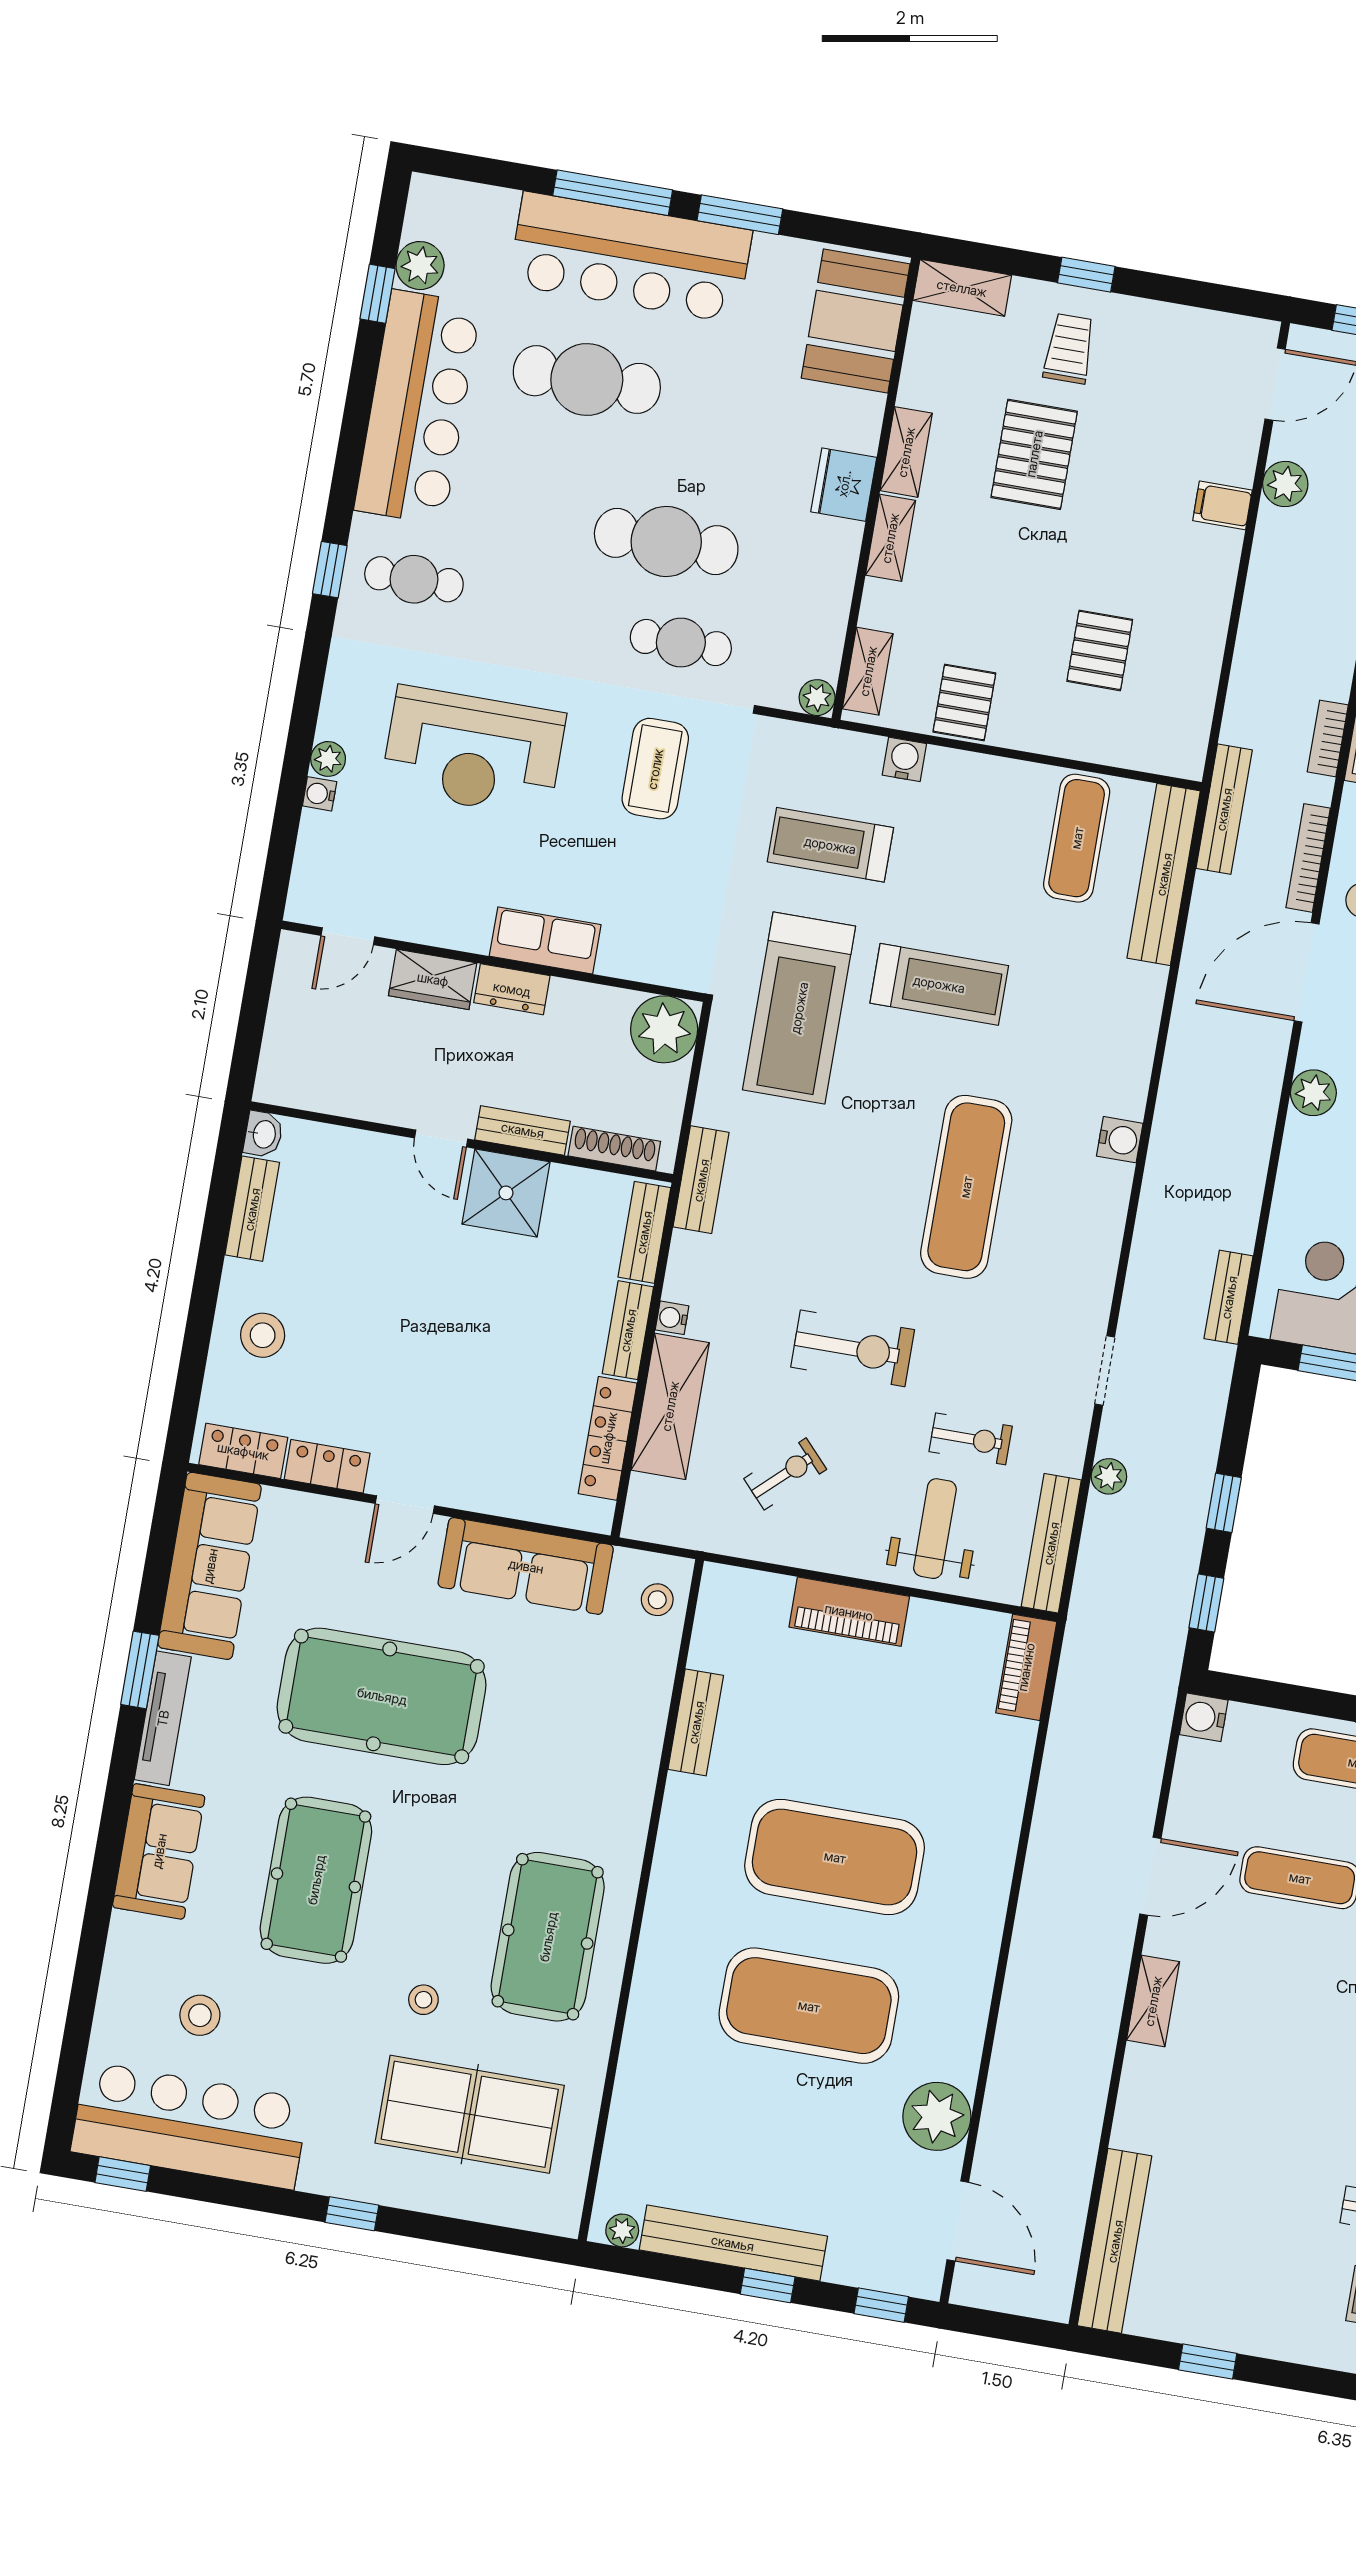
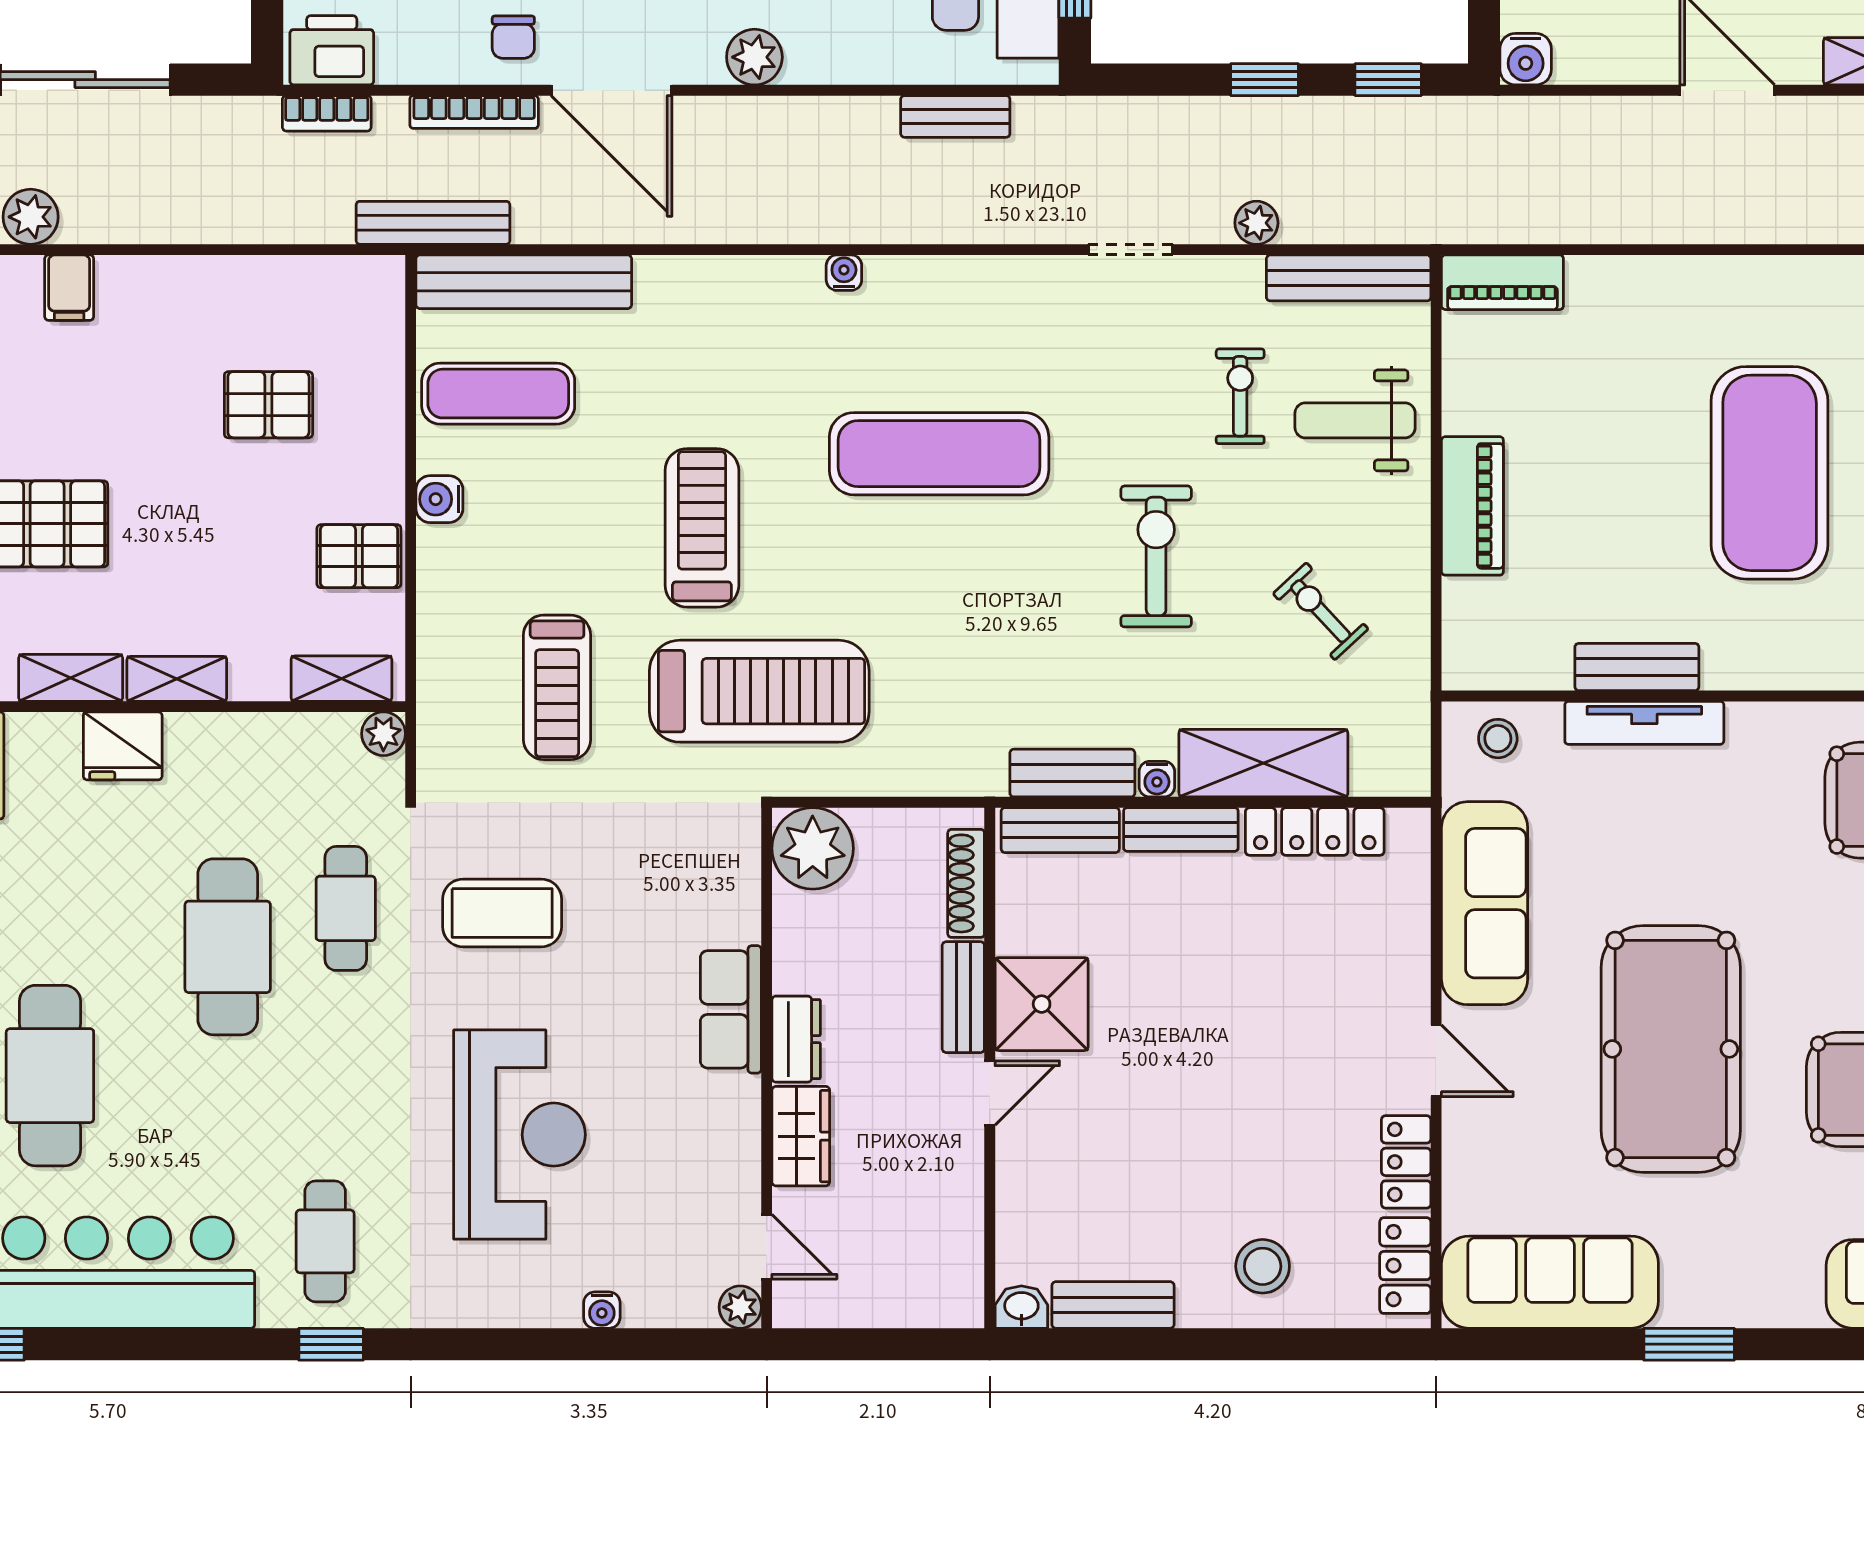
plant: (328, 759) -> (740, 1307), moved
water cooler: (904, 759) -> (439, 499), moved
water cooler: (1120, 1140) -> (844, 273), width x0.72, depth x0.72
bench: (701, 1180) -> (1072, 773), moved
bench: (1229, 1297) -> (955, 116), moved
tv unit: (163, 1718) -> (1644, 723), moved, turned 180

